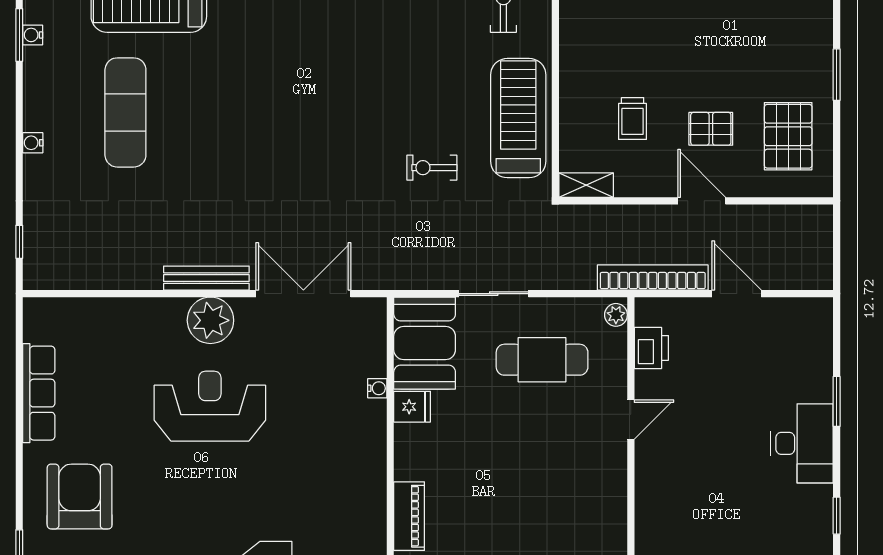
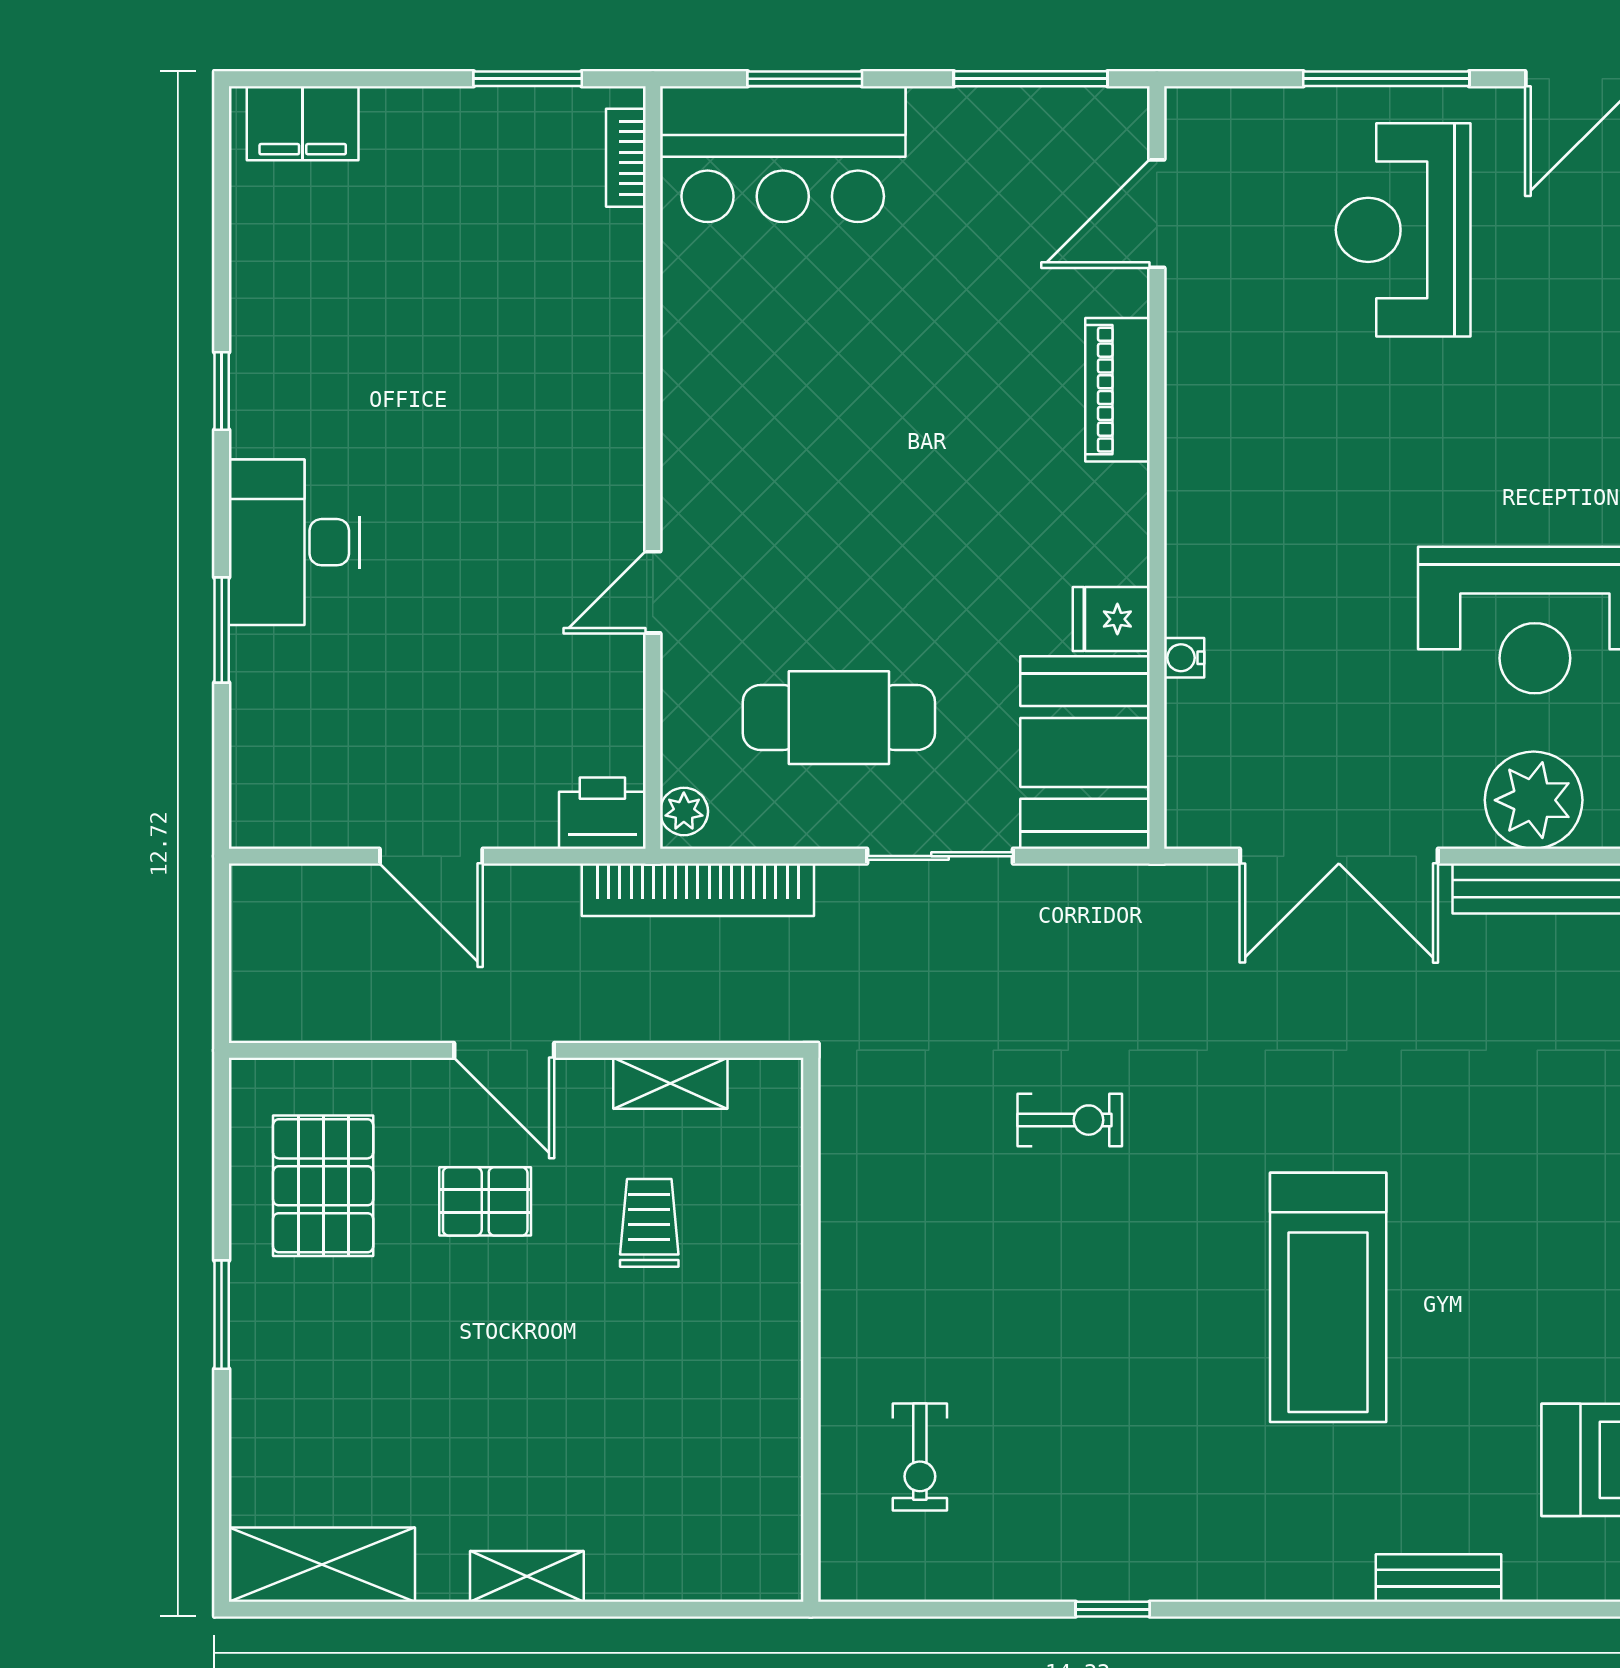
treadmill: (518, 118) -> (1328, 1297), moved
shelving: (586, 185) -> (670, 1083), moved
bookcase: (653, 278) -> (698, 890), moved
printer: (651, 348) -> (602, 813), moved, turned 90

